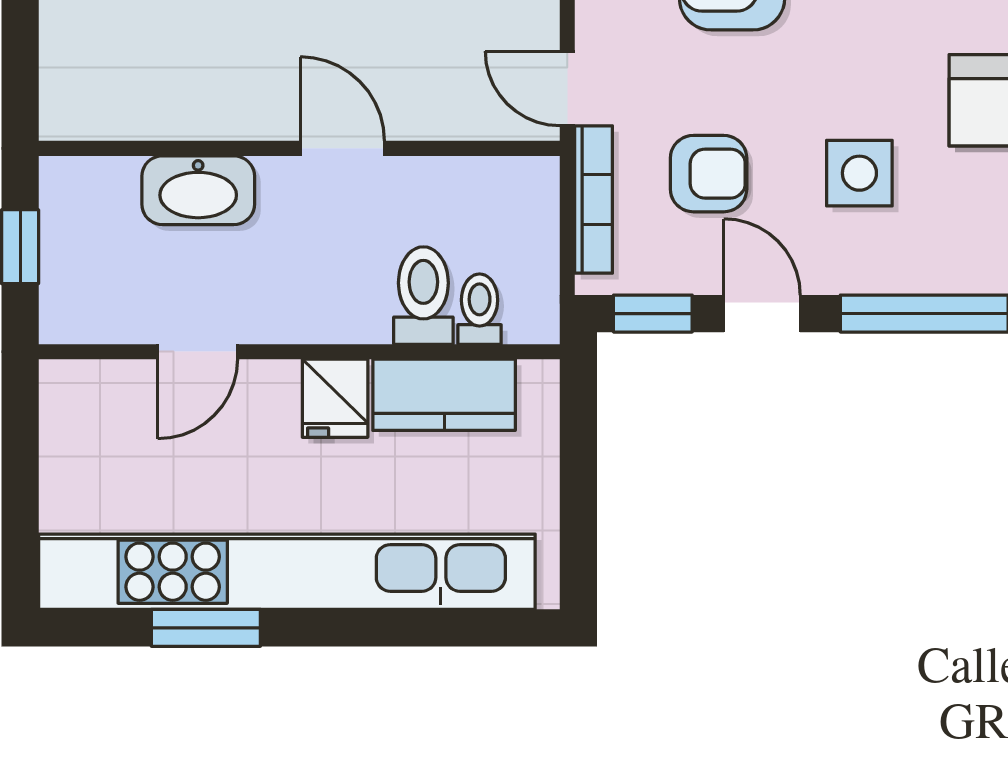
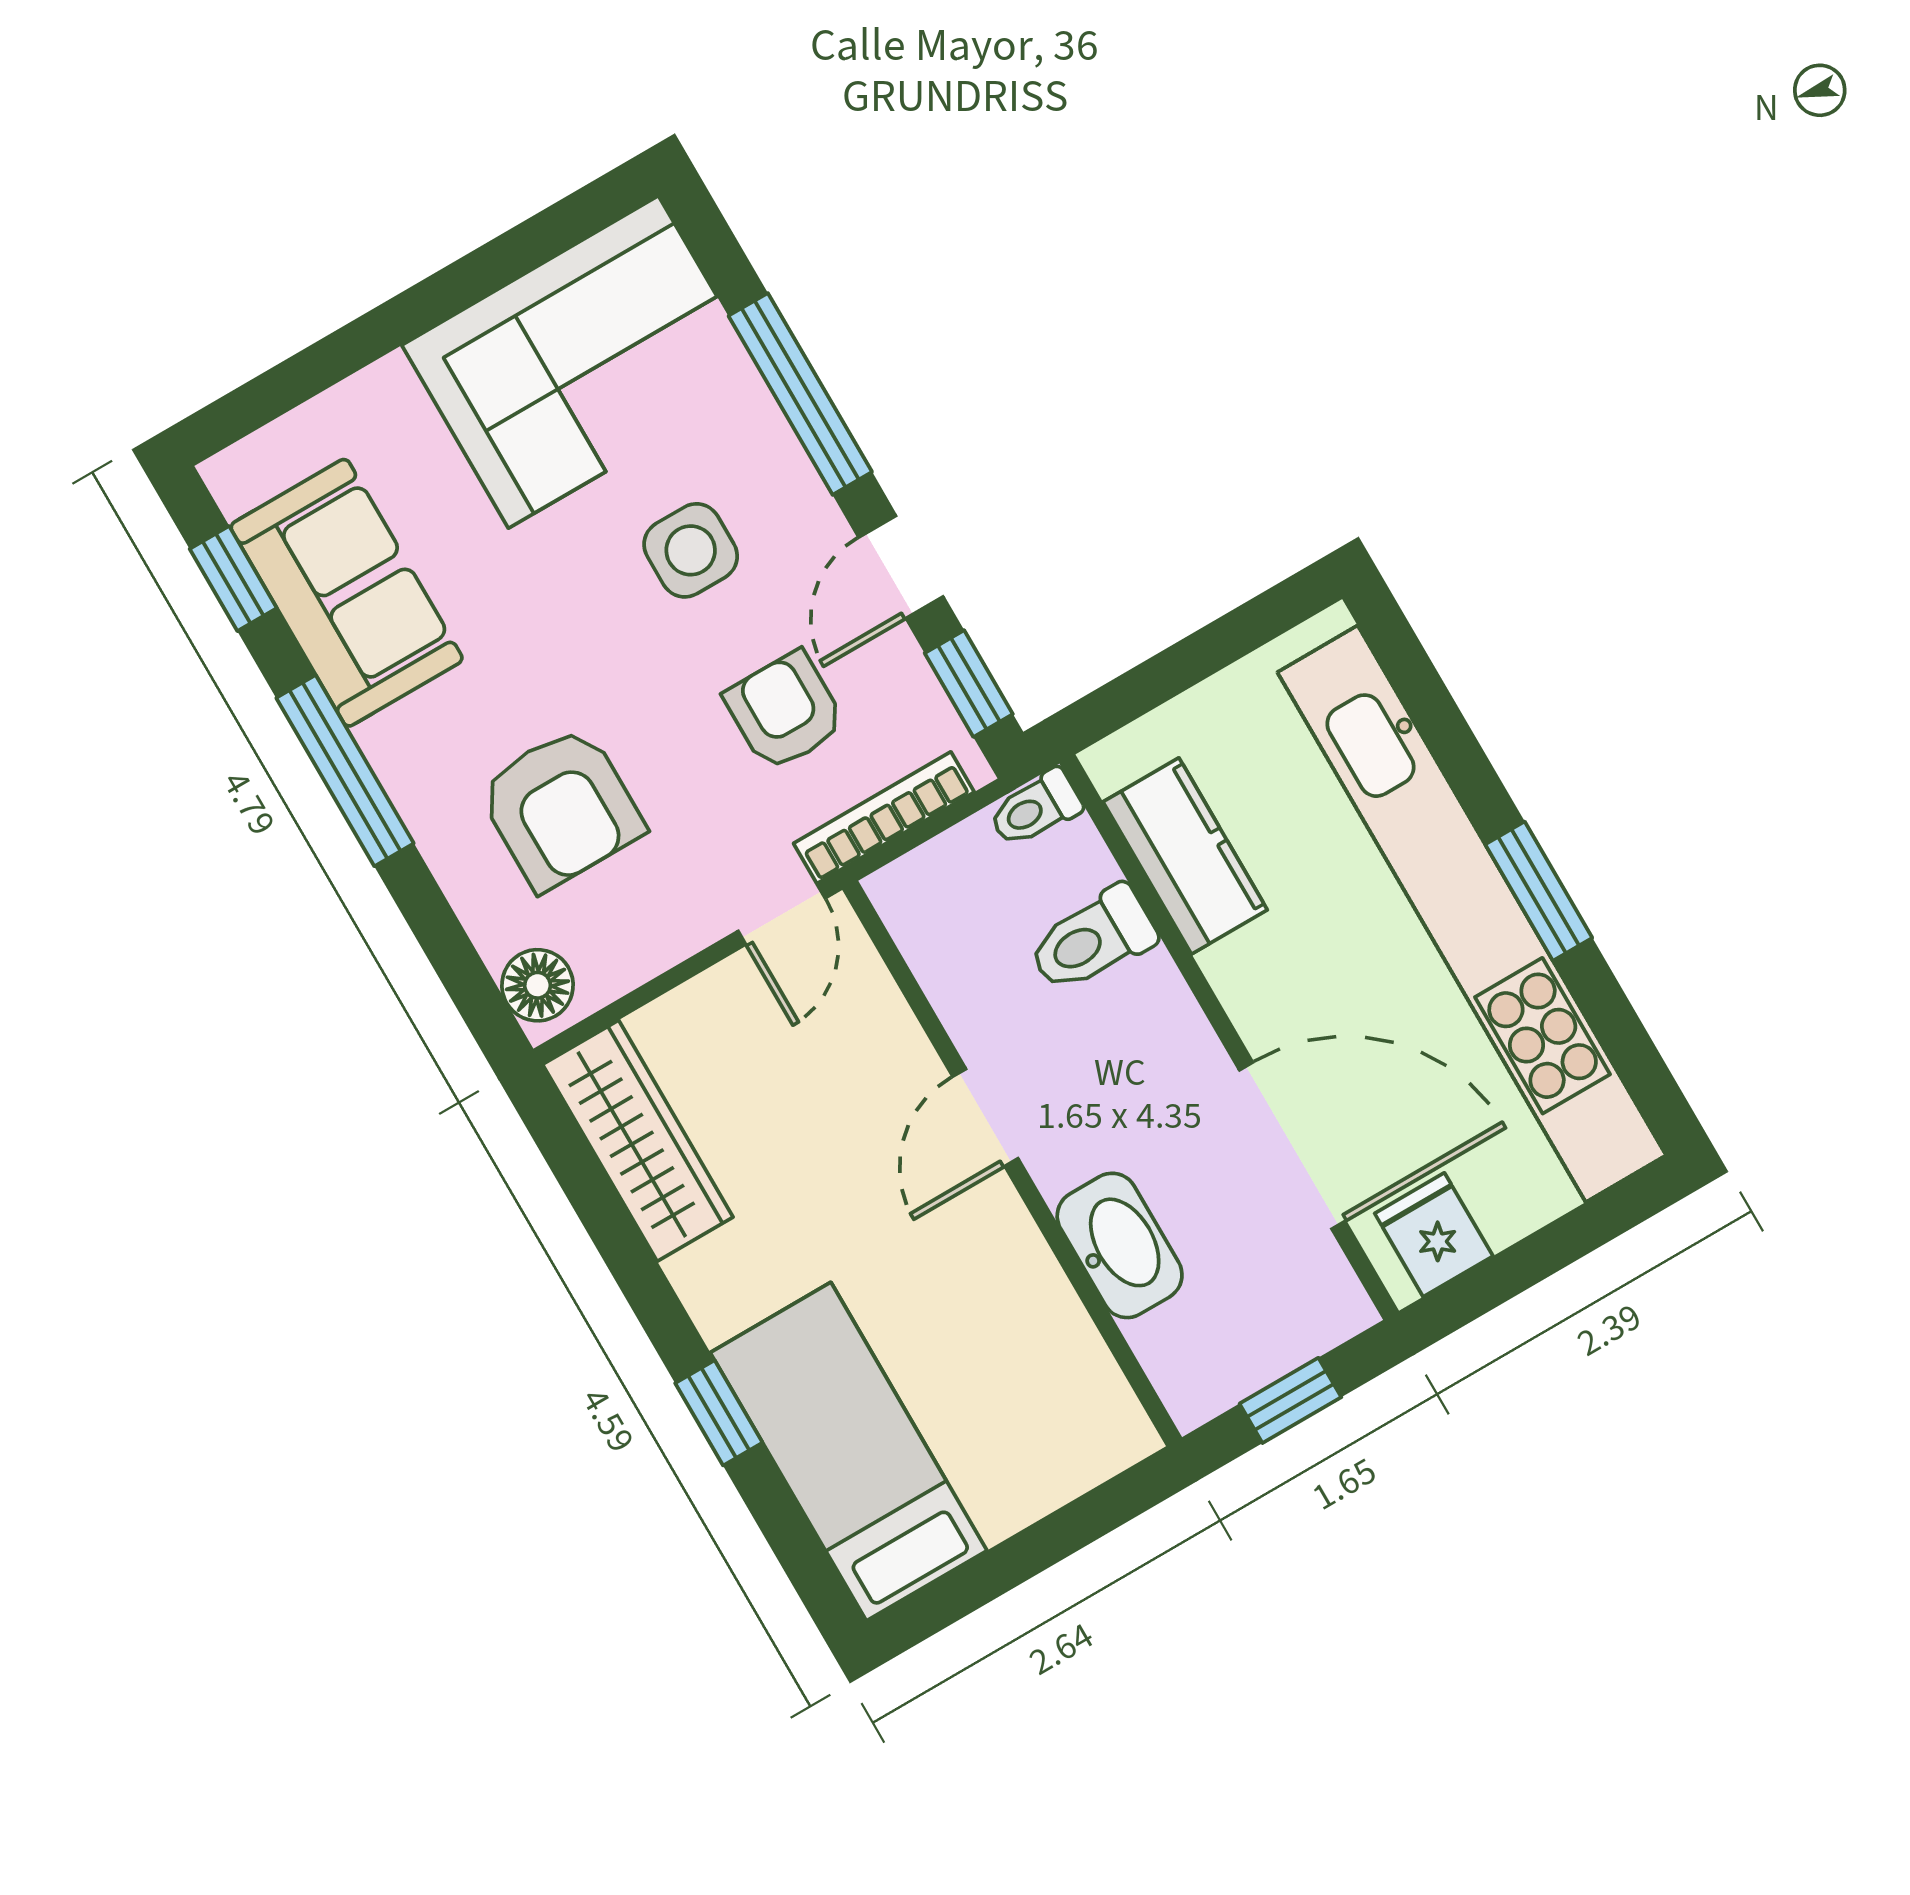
toilet: (480, 309) -> (1035, 809), moved
door: (198, 352) -> (1292, 1146), width x1.88
fridge: (335, 398) -> (1434, 1235), moved, turned -90
window: (206, 628) -> (1539, 891), moved

